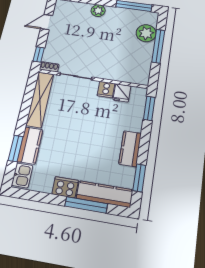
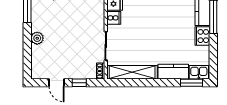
window: (39, 55) -> (79, 83), moved
window: (16, 148) -> (191, 83), moved

